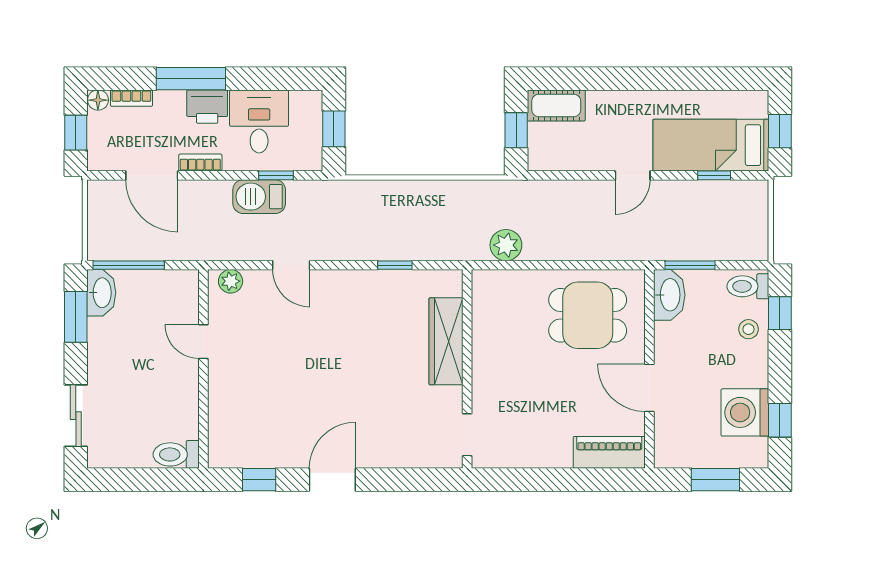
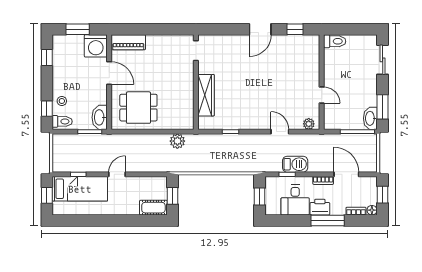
washing machine: (745, 412) -> (96, 46), moved, turned 90

